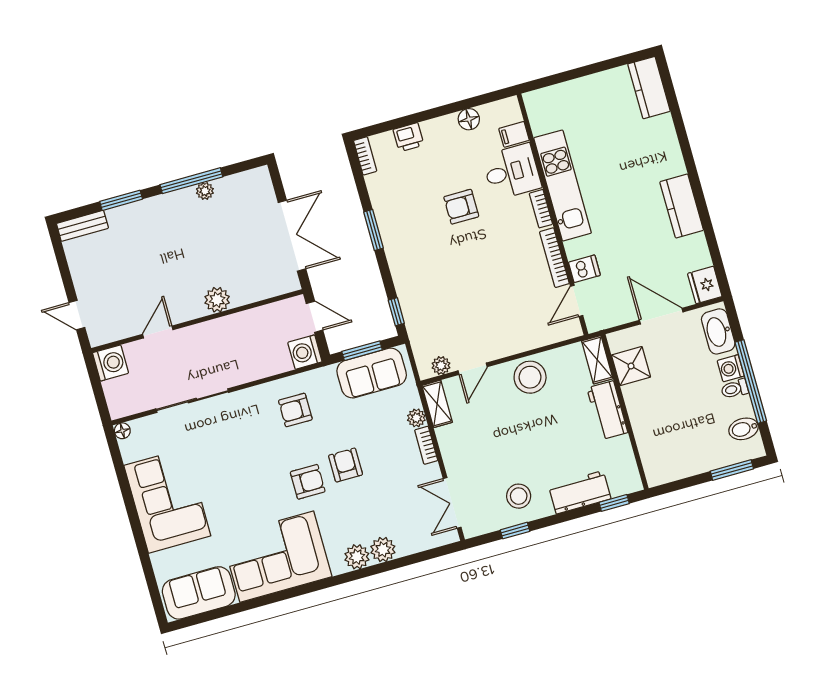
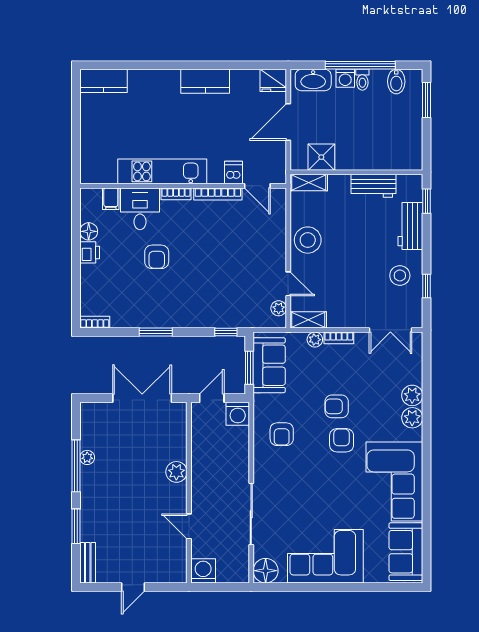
printer: (408, 137) -> (90, 252), moved
door: (77, 315) -> (133, 587), moved
workbench: (607, 410) -> (374, 186), moved
floor lamp: (122, 431) -> (266, 571), width x1.89, depth x1.89

